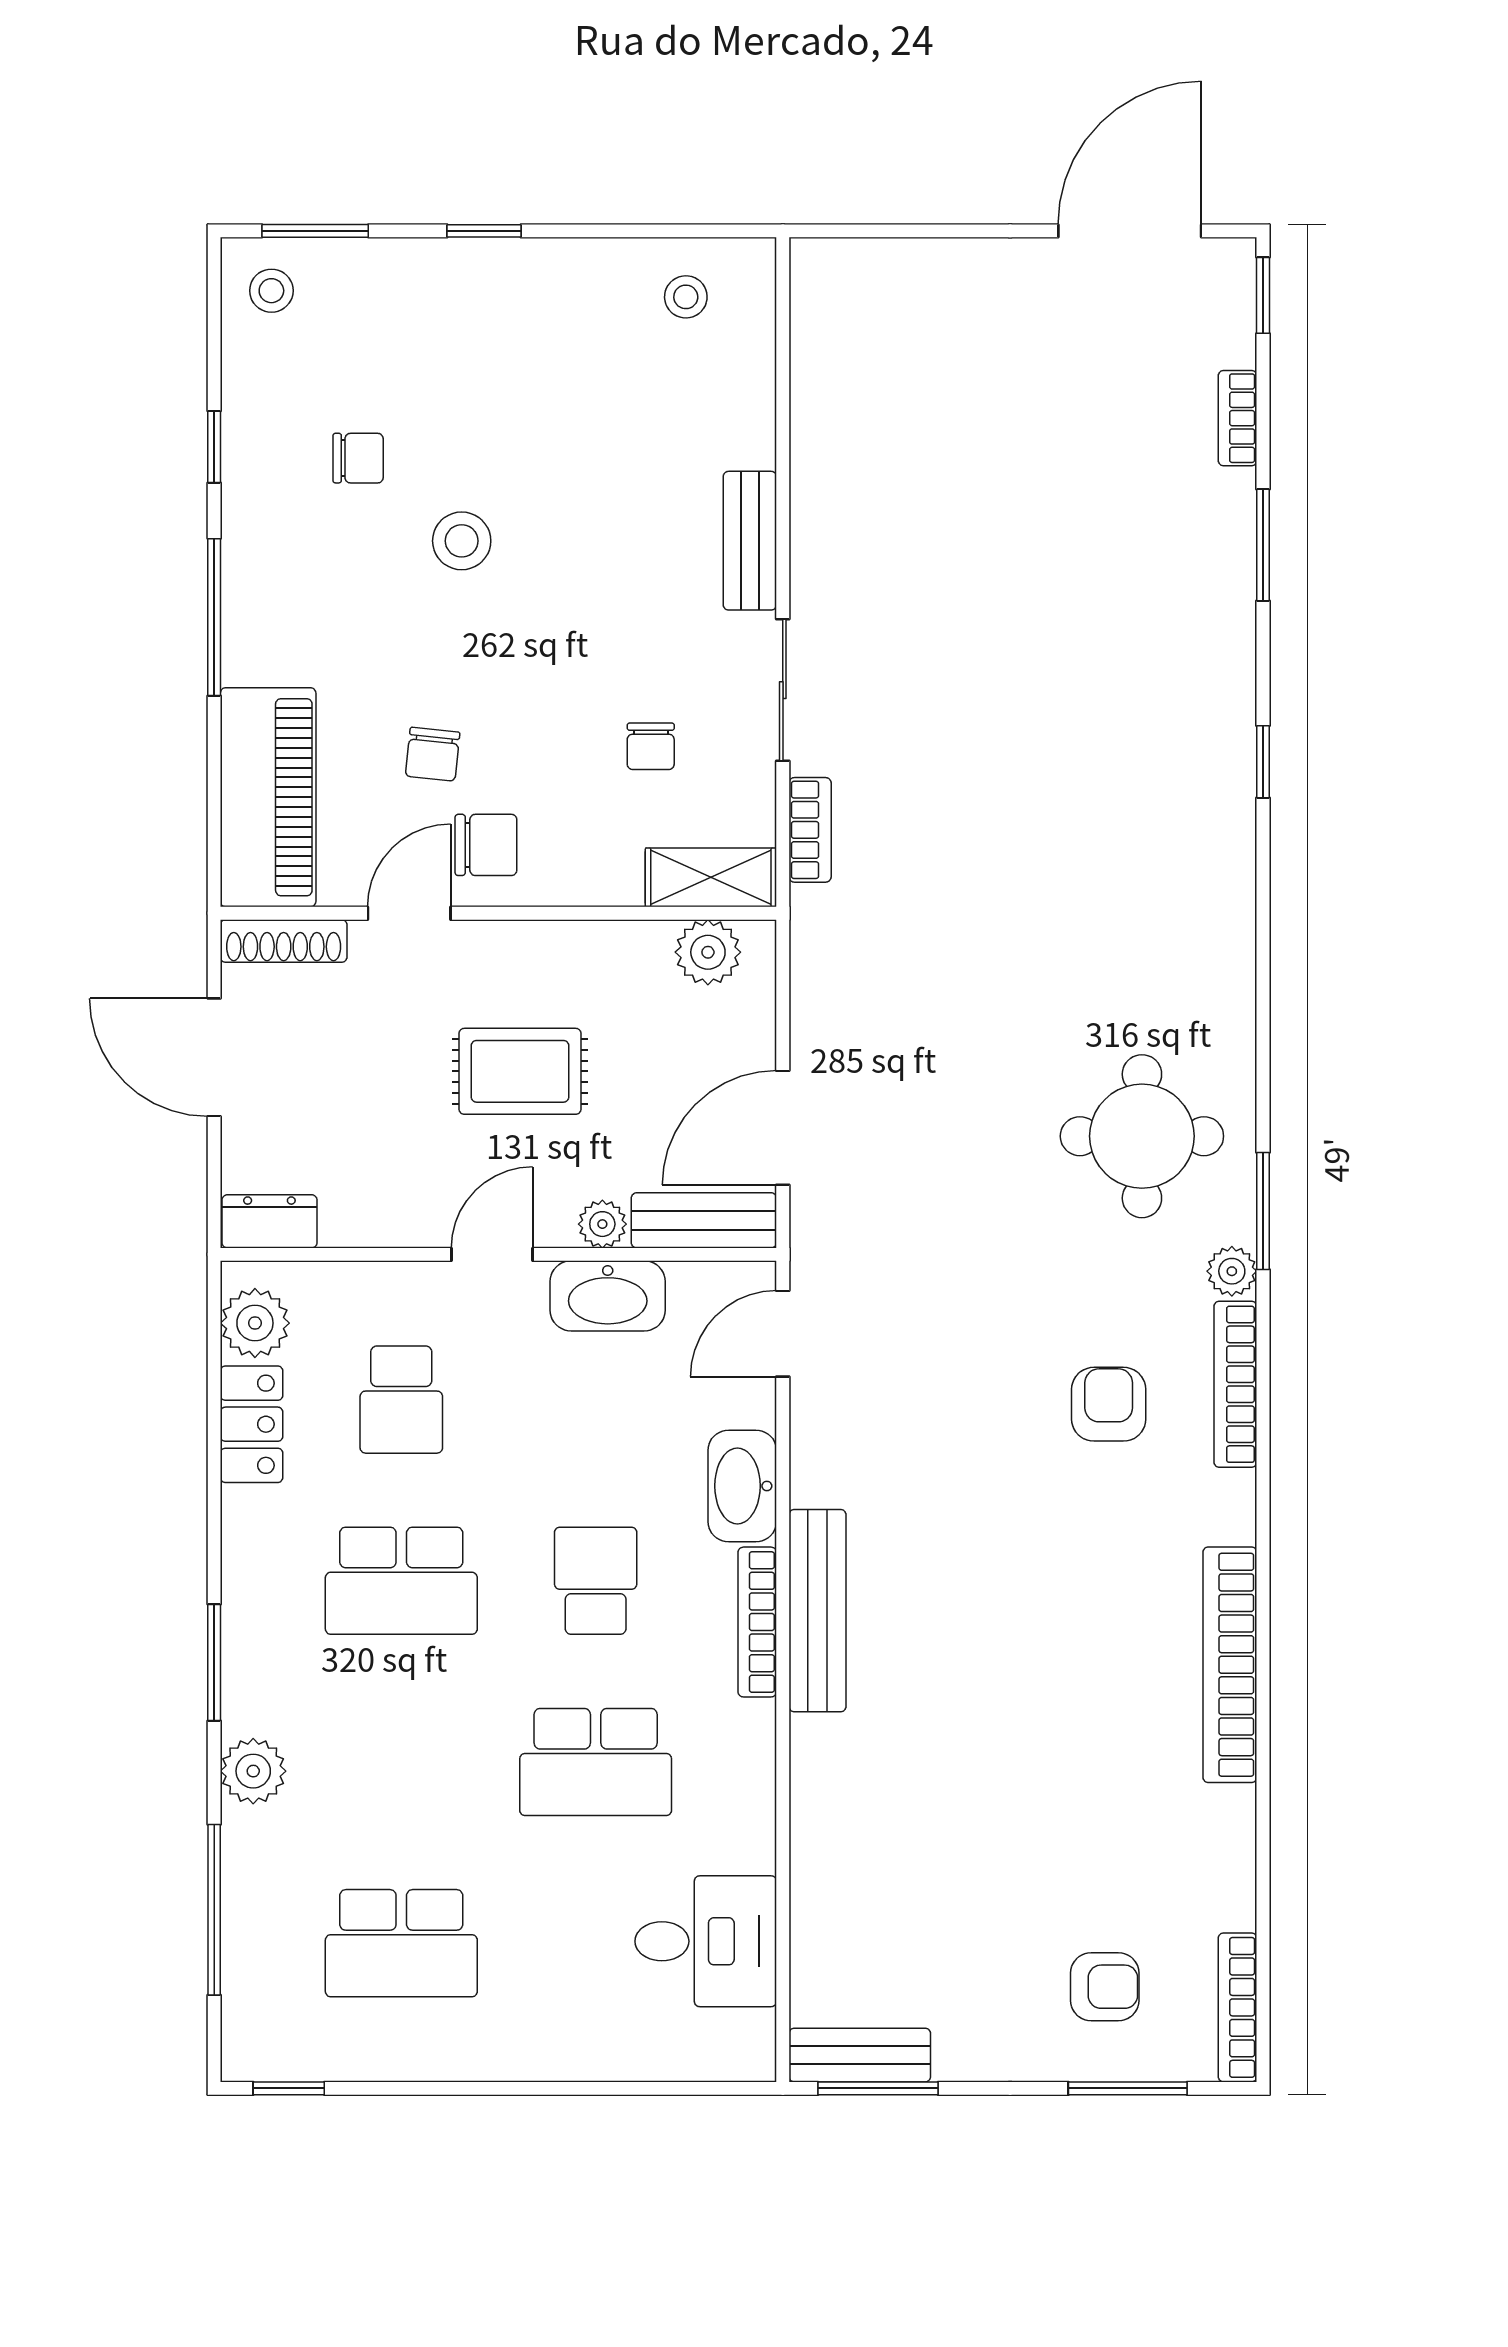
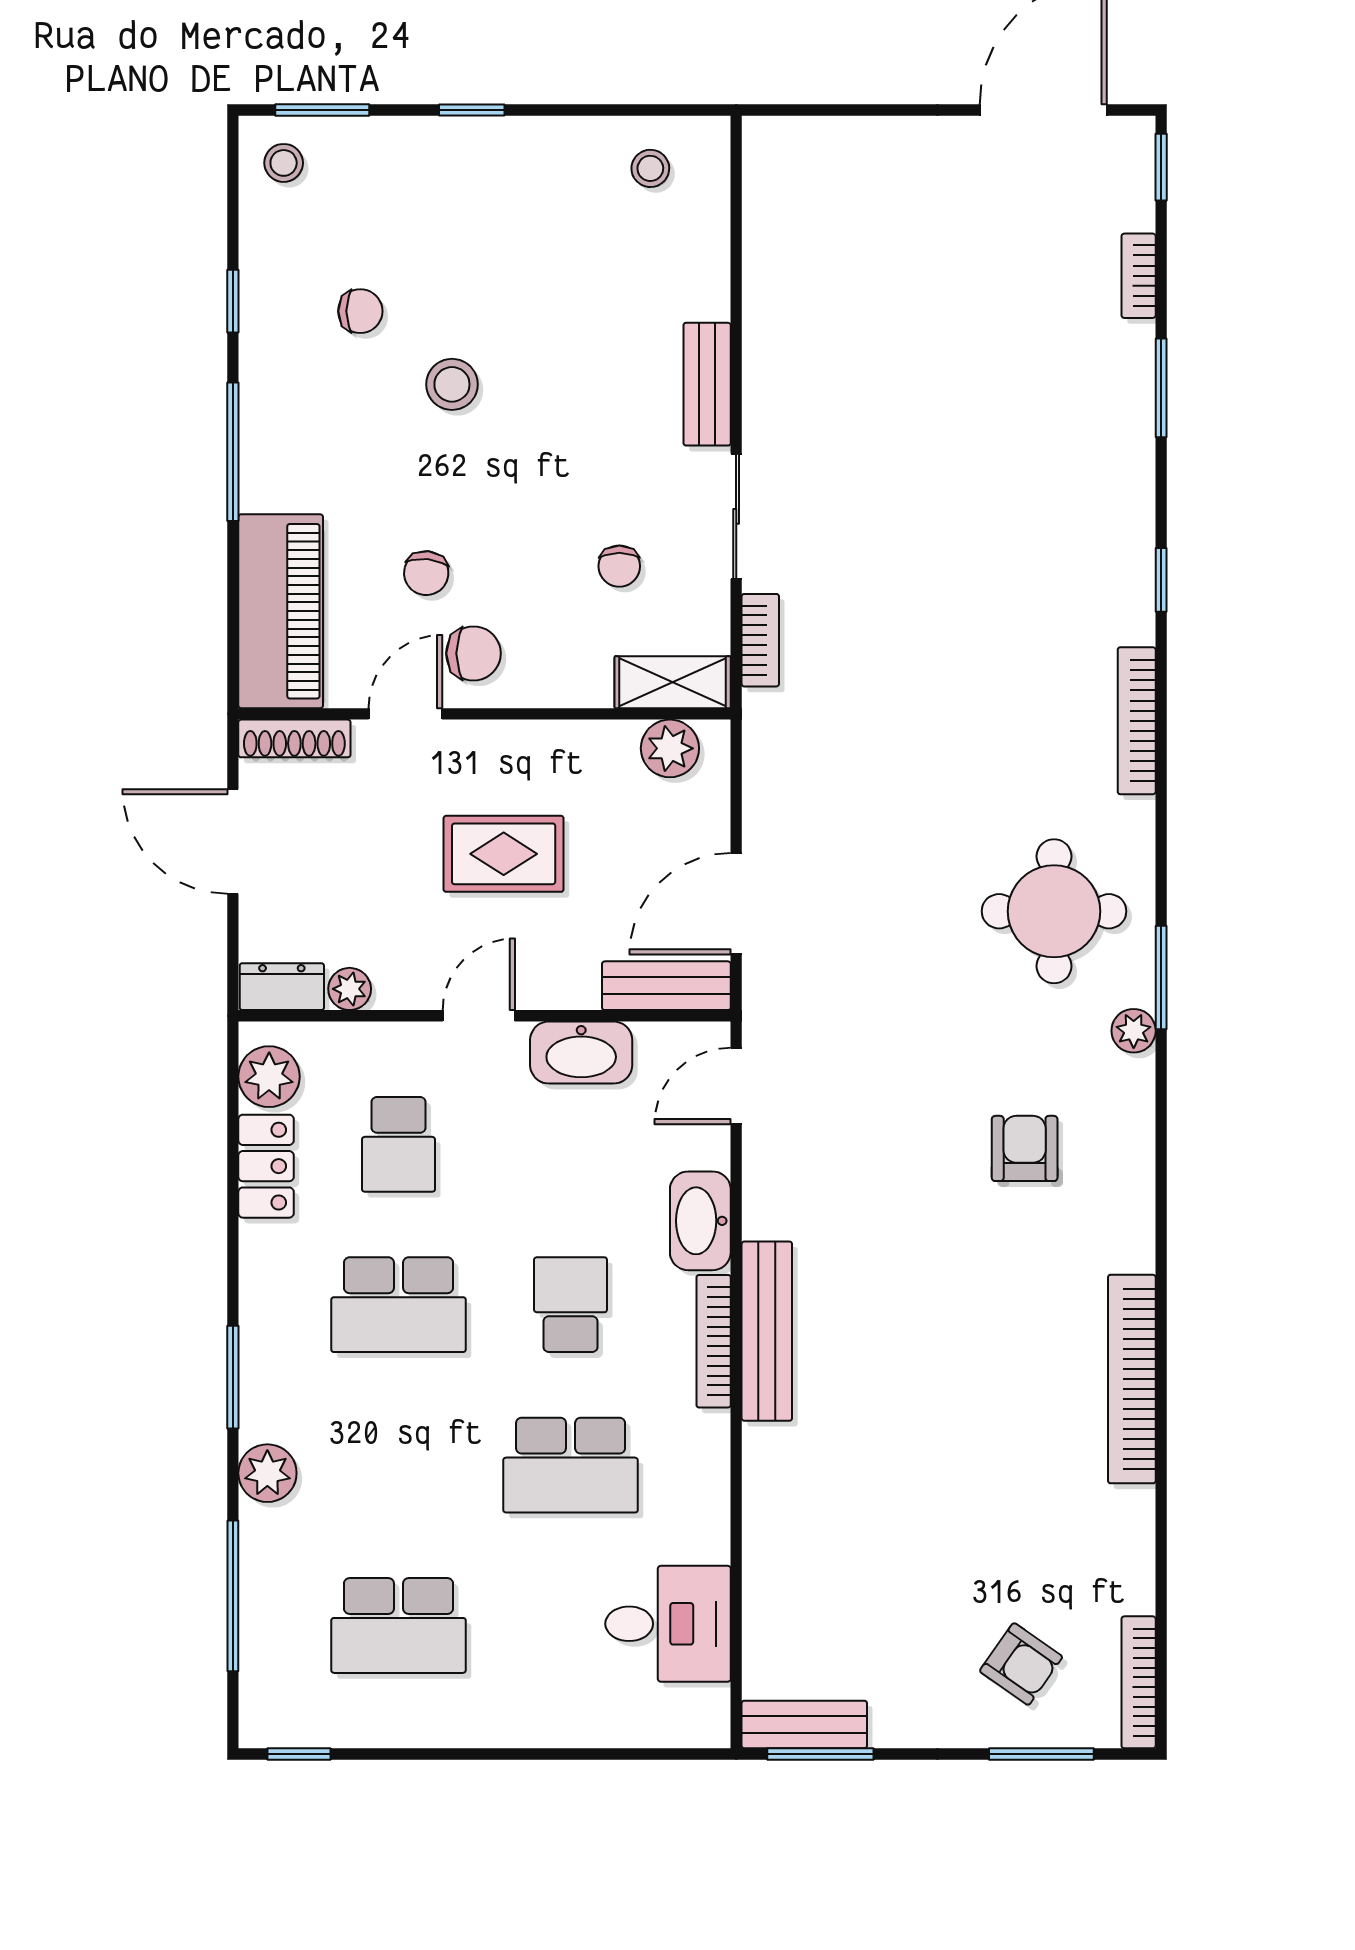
plant: (602, 1224) -> (350, 989), moved
bookcase: (1235, 1384) -> (1137, 721), moved
armchair: (1105, 1987) -> (1021, 1664), turned 35

